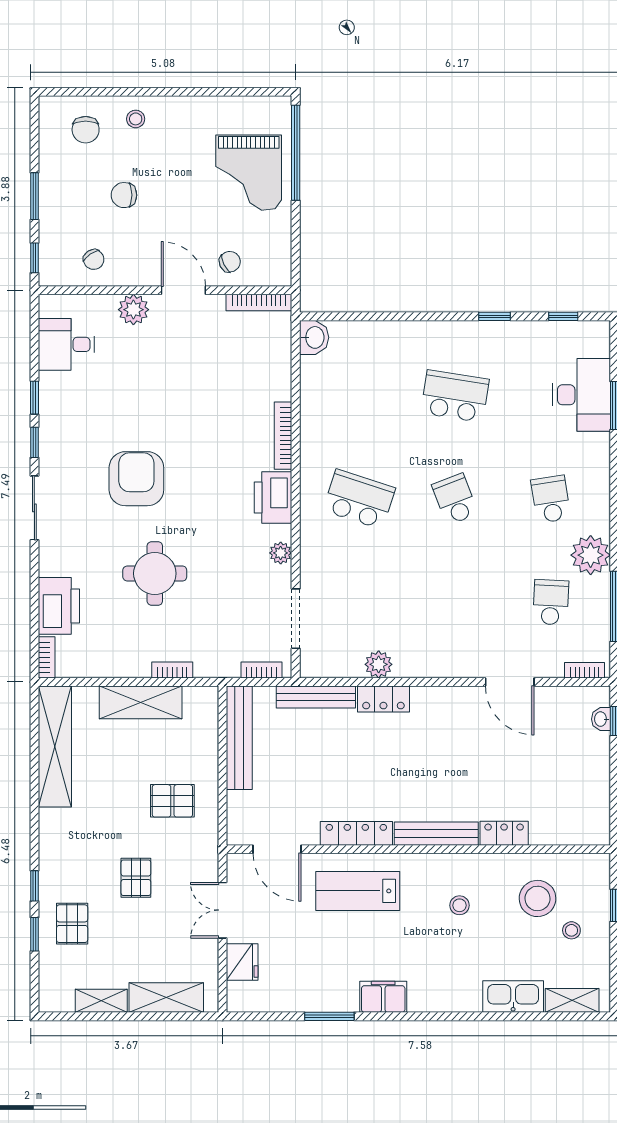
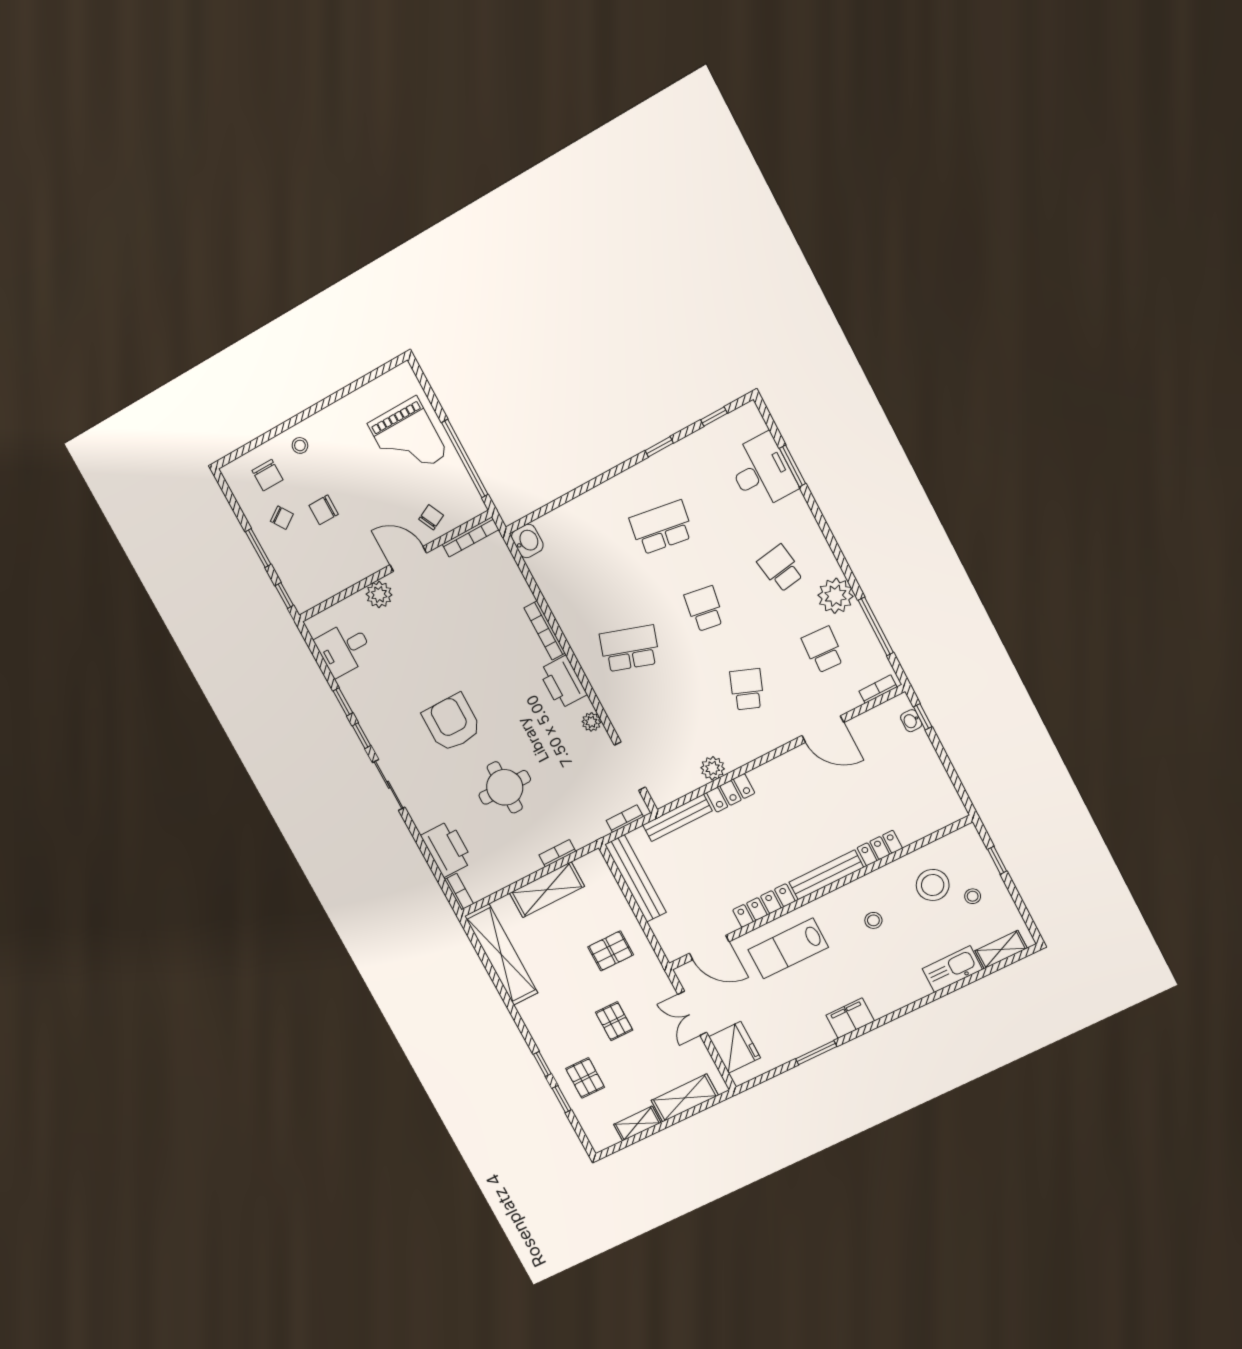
window: (296, 153) -> (465, 459), moved
chair: (94, 259) -> (282, 518), moved
school desk: (455, 499) -> (704, 609), turned 30
school desk: (455, 602) -> (747, 689), added
fridge: (242, 962) -> (735, 1047), width x1.36, depth x1.34

